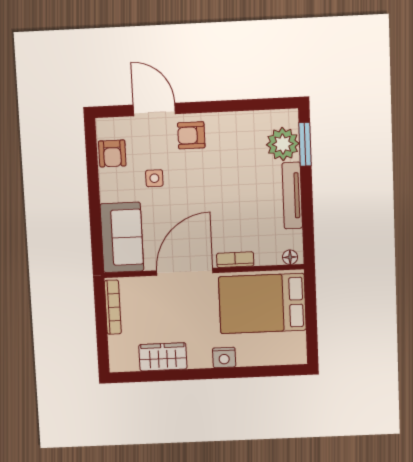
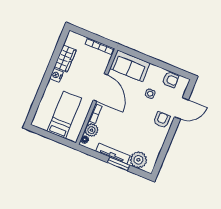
window: (305, 144) -> (119, 164), moved
armchair: (112, 153) -> (170, 80), turned 180
plant: (268, 253) -> (91, 130), added
bed: (262, 304) -> (64, 115), width x0.67
nightstand: (224, 357) -> (56, 75), moved

